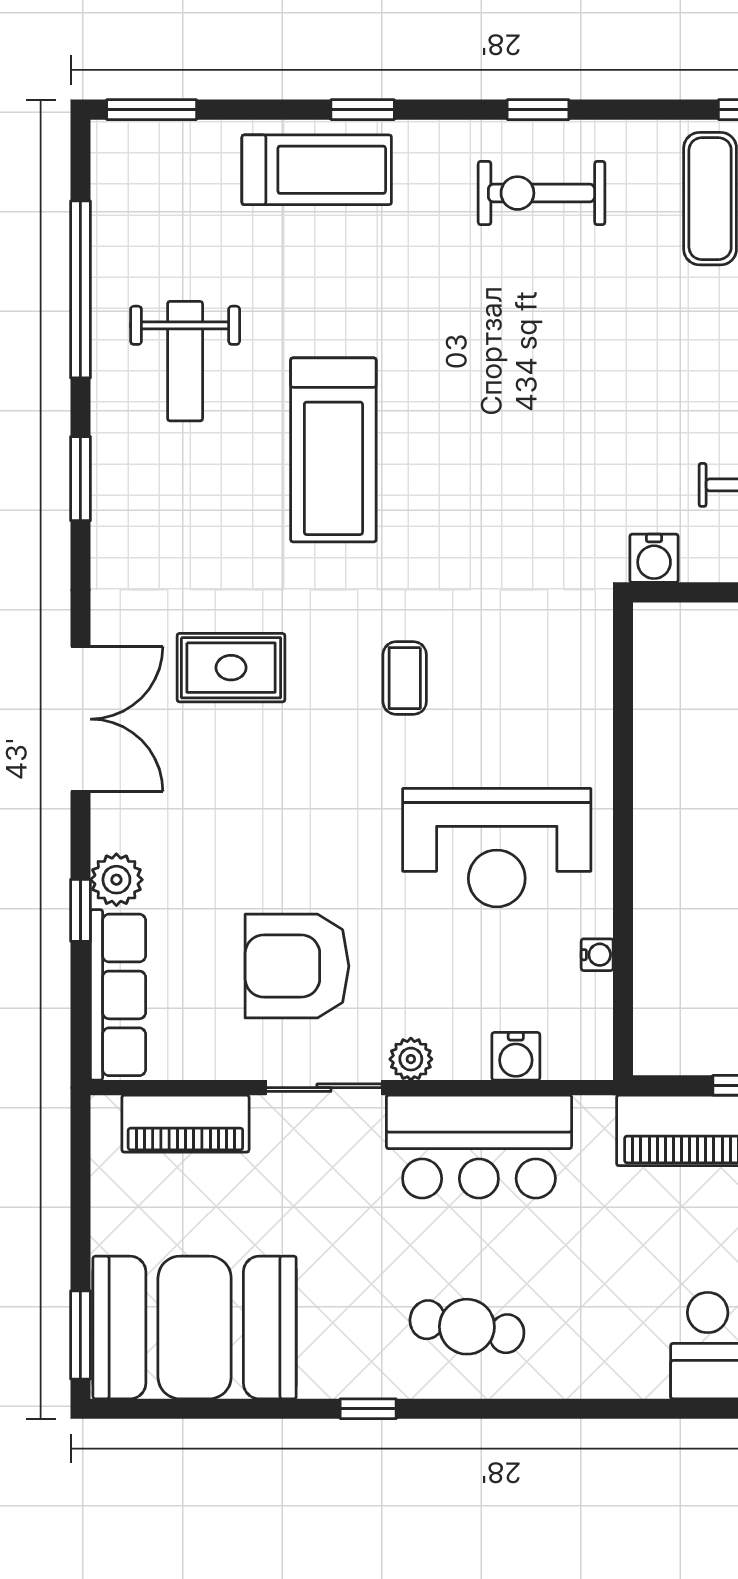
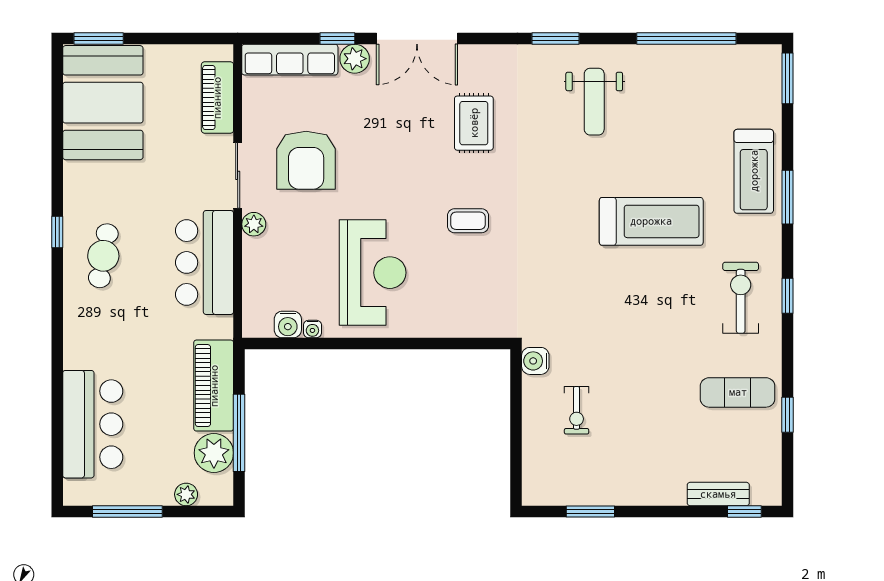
window: (363, 110) -> (788, 197), width x1.50
weight bench: (185, 361) -> (594, 102), moved, turned -90
treadmill: (333, 450) -> (651, 221), moved, turned 180
window: (80, 479) -> (556, 38), moved
double door: (80, 719) -> (417, 38), moved
reception desk: (497, 848) -> (373, 273), turned 180
armchair: (297, 966) -> (306, 160), turned 180
water cooler: (516, 1056) -> (288, 324), moved, turned -90
window: (368, 1409) -> (57, 232), moved

